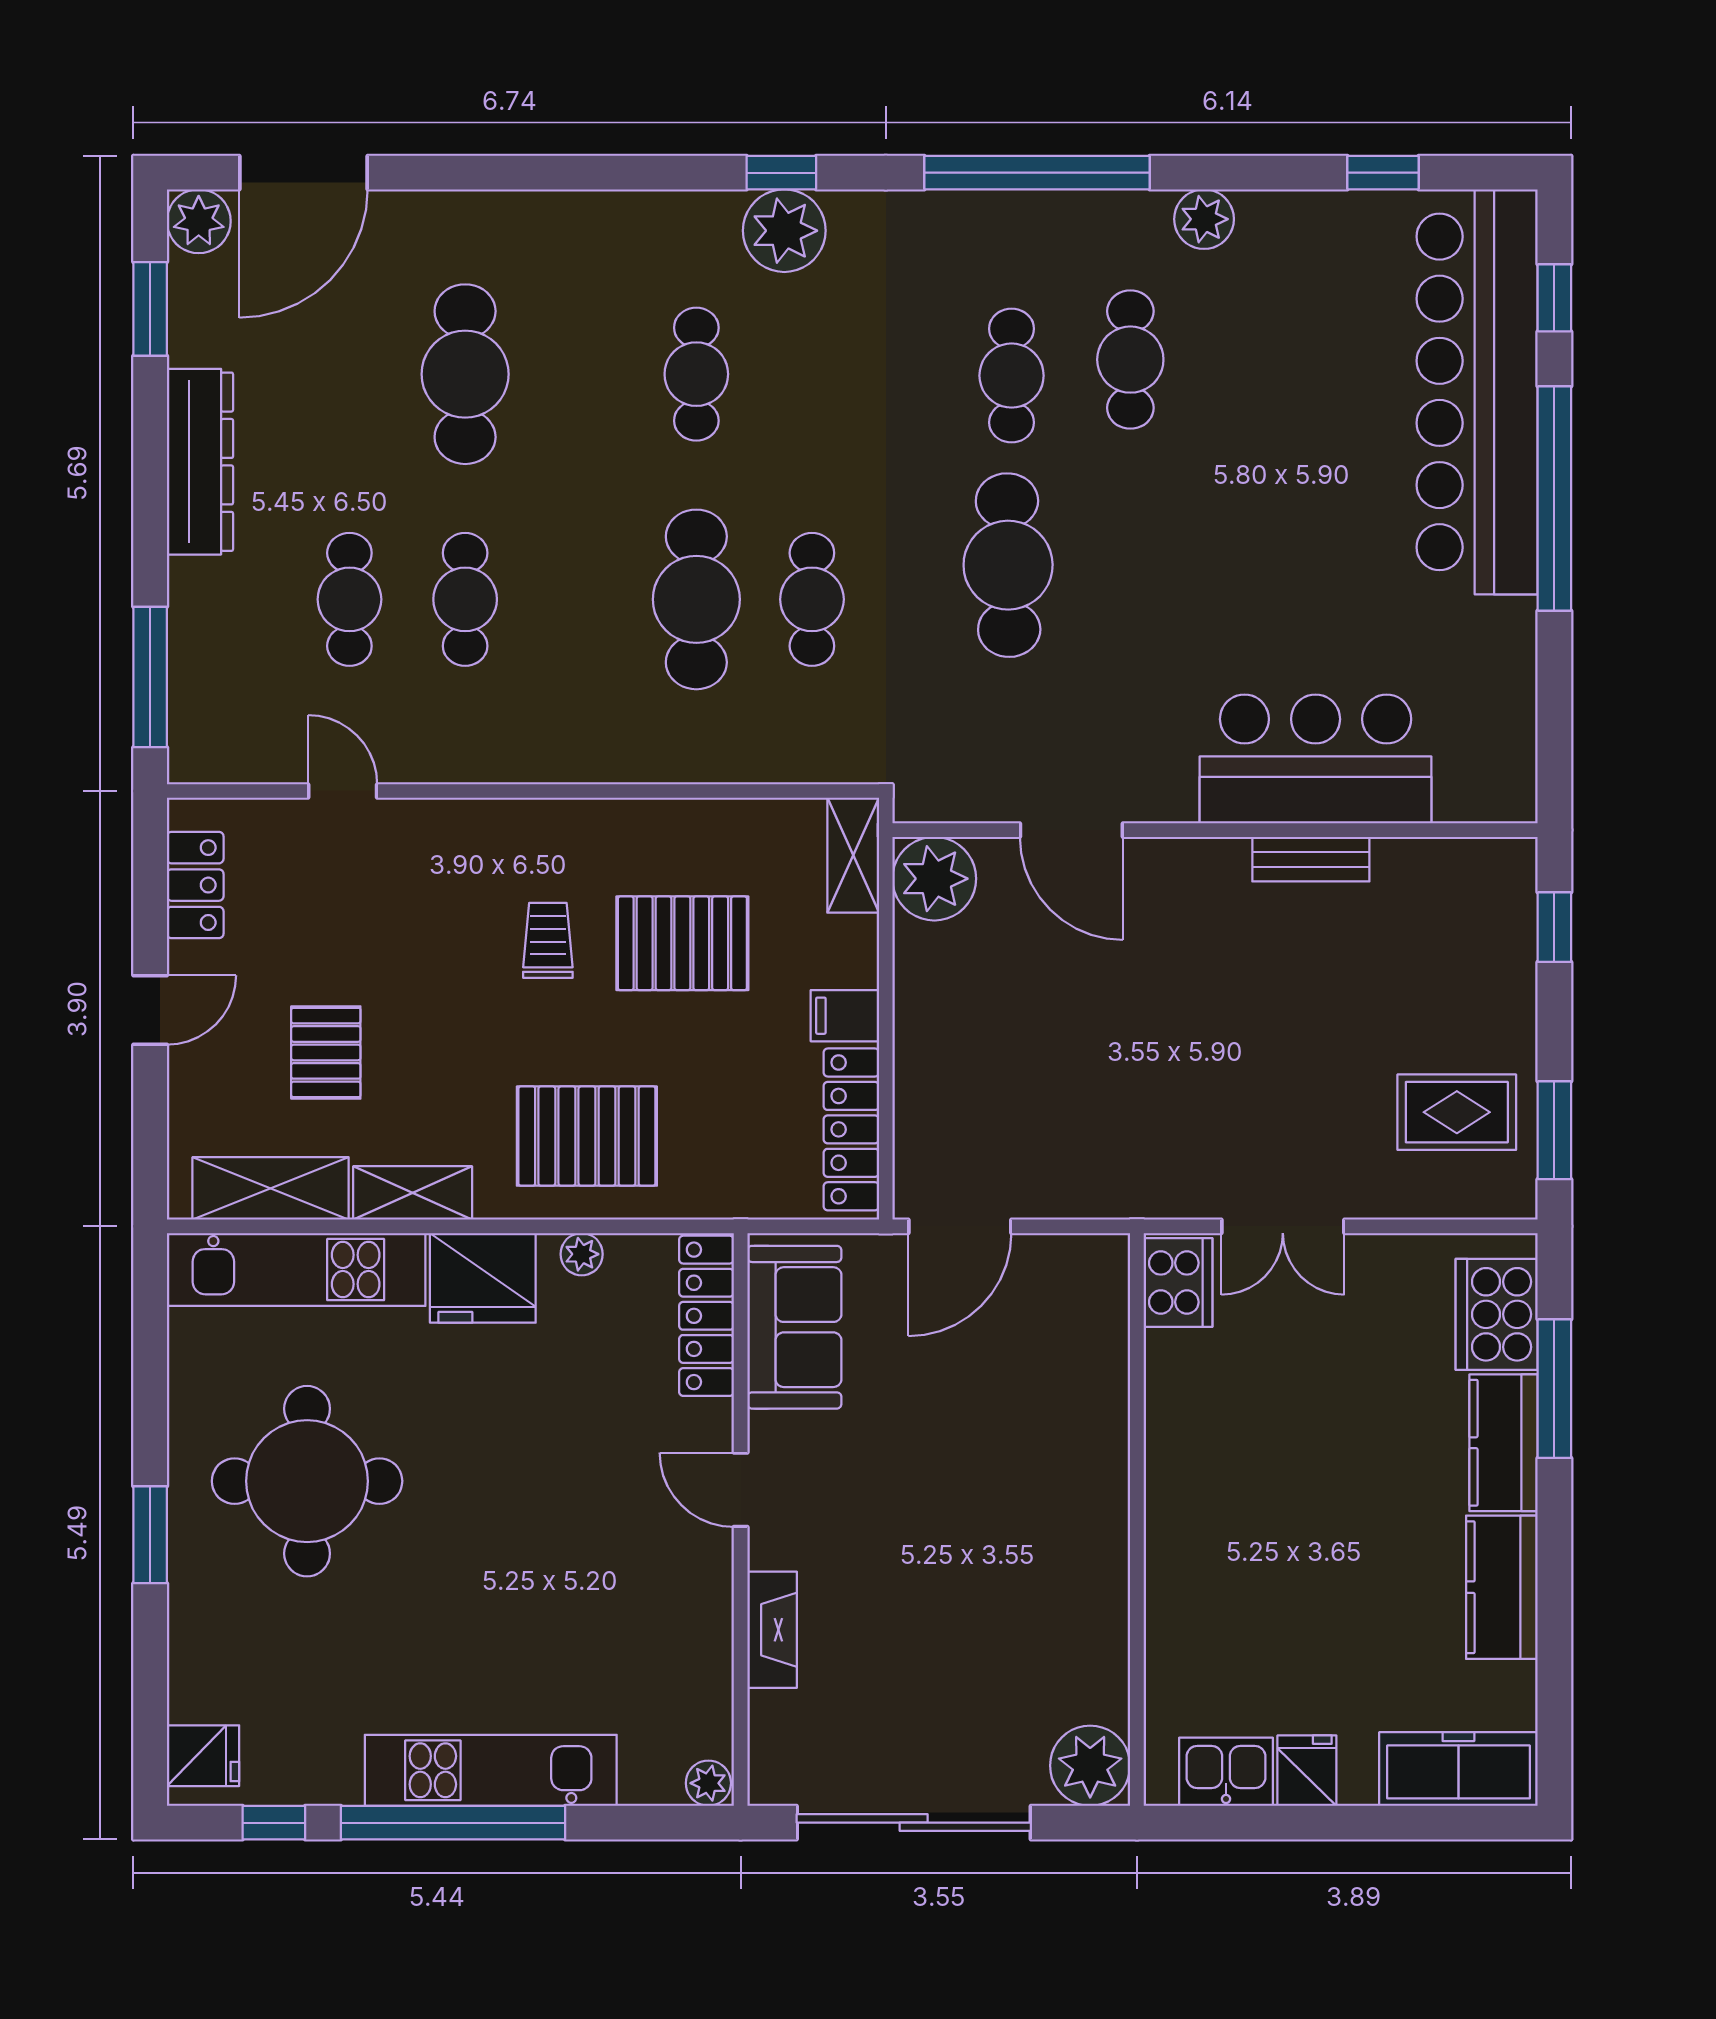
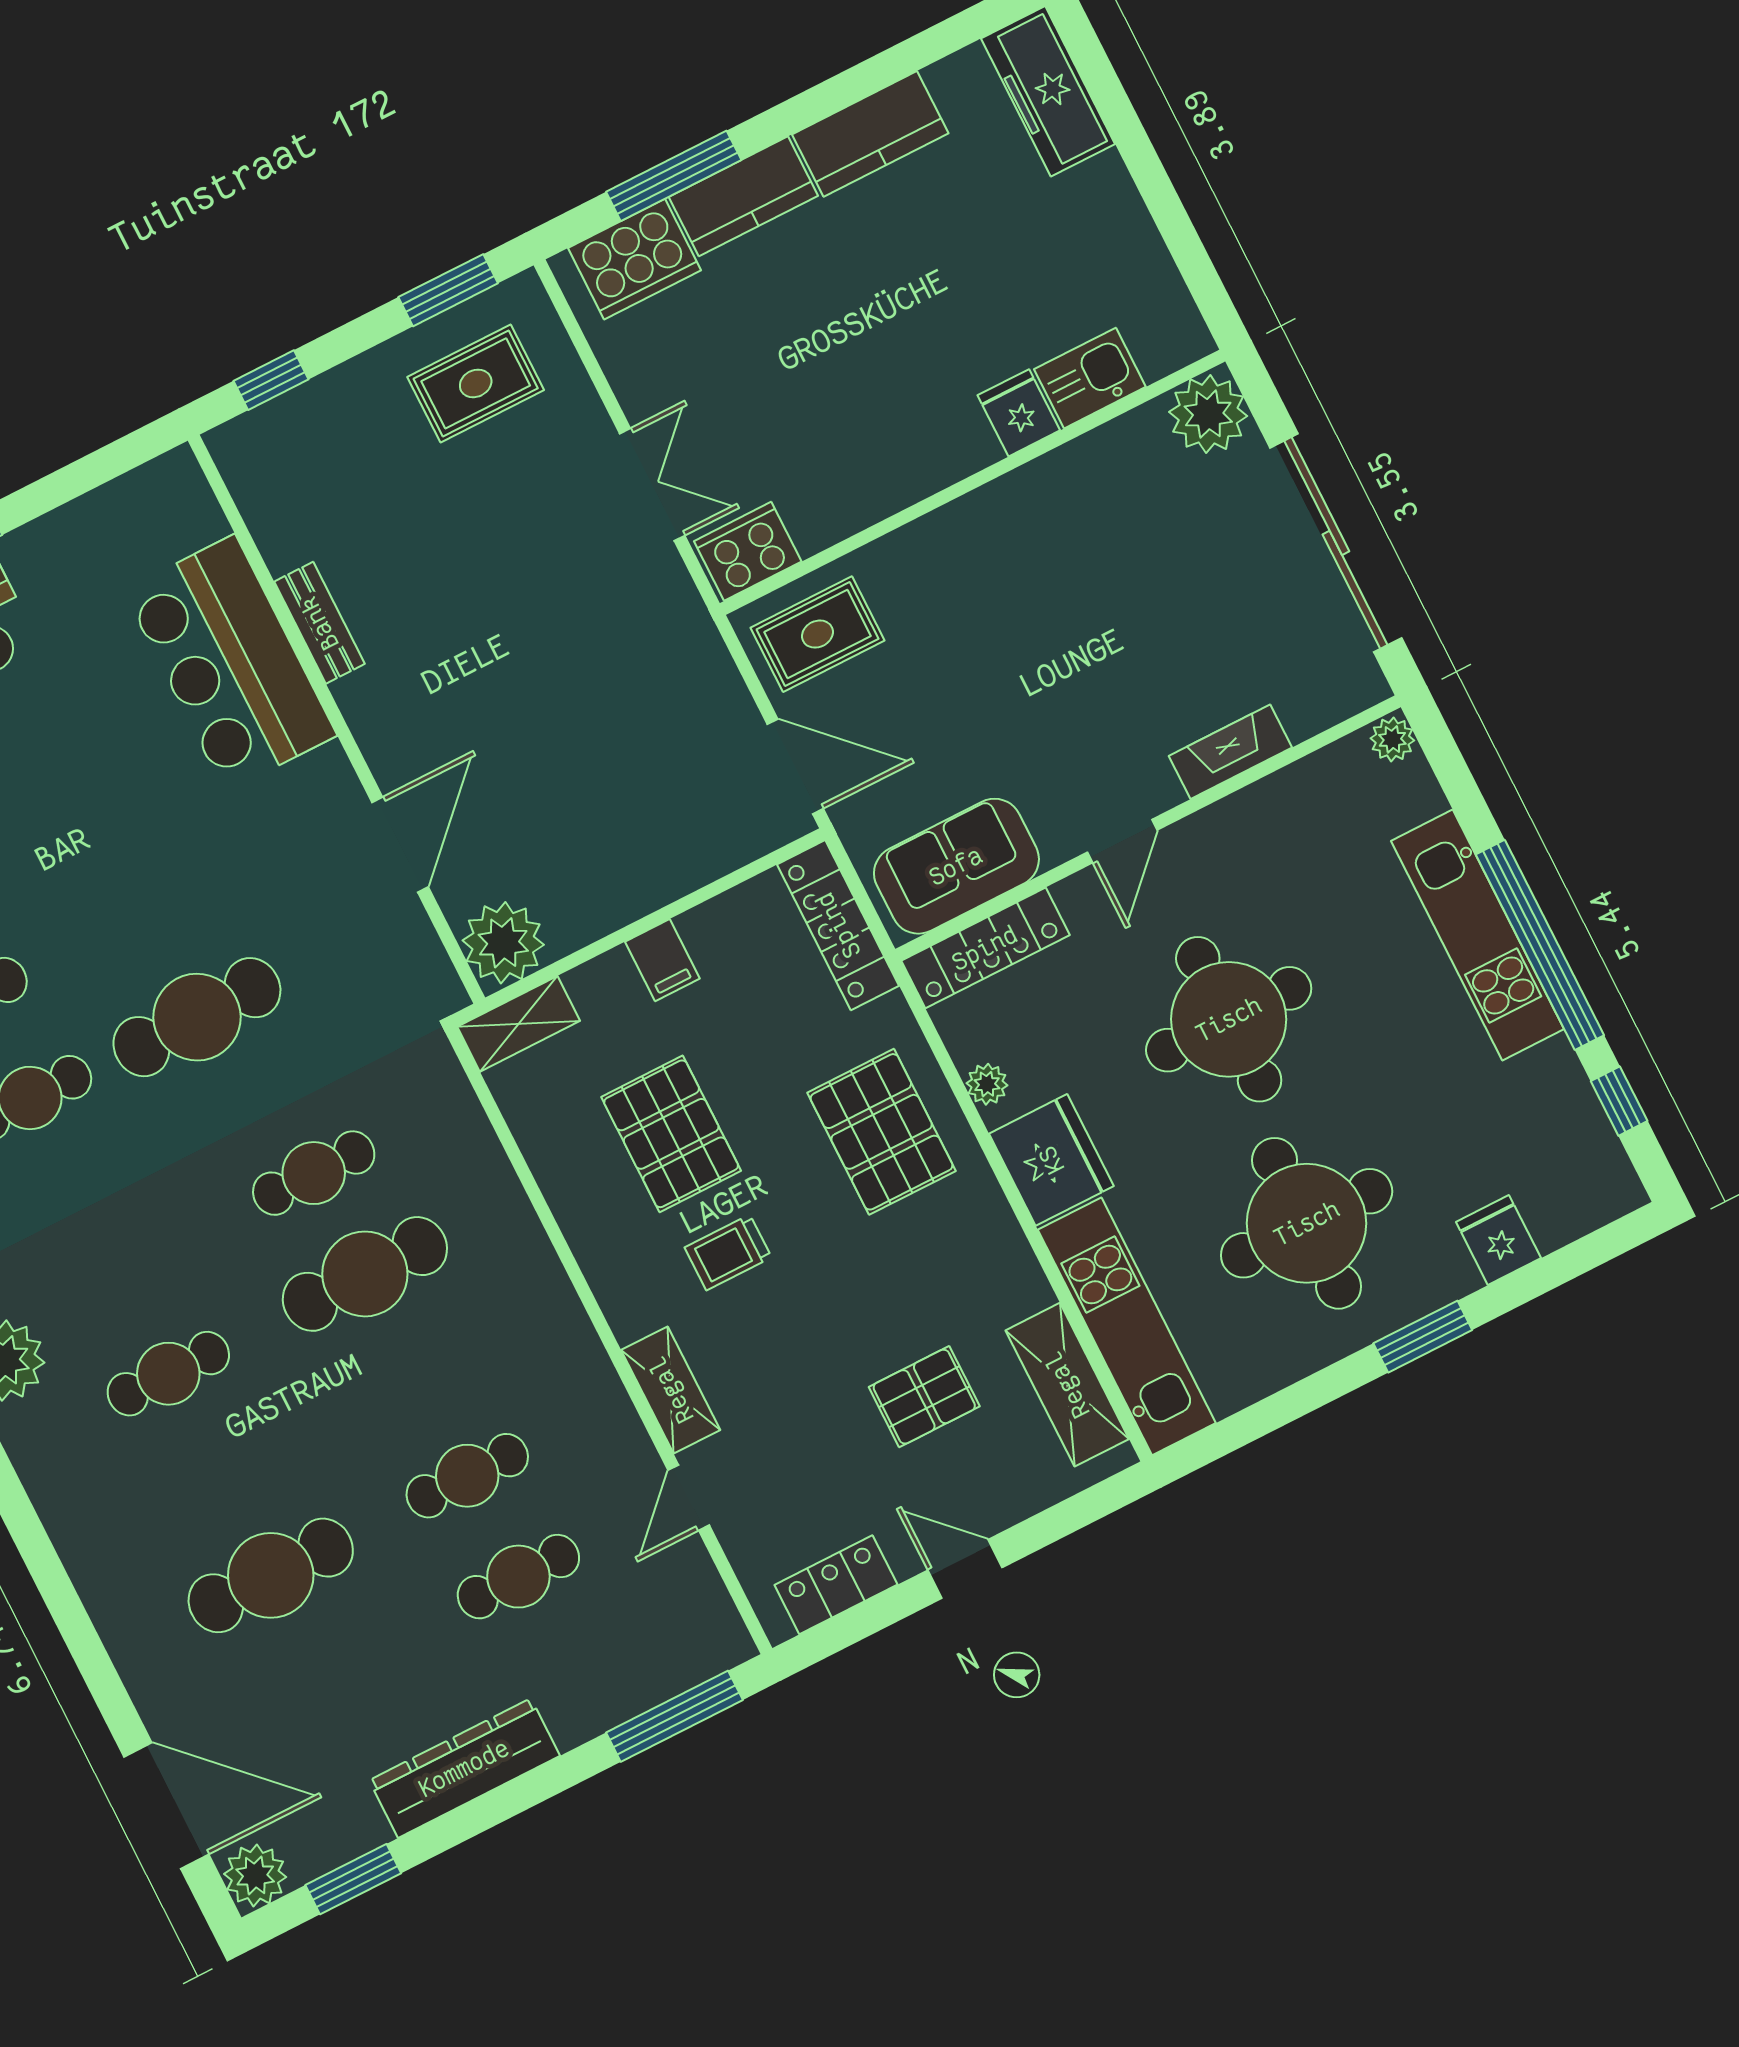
rug: (1457, 1112) -> (476, 383), turned 90
locker: (851, 1129) -> (838, 925), moved, turned 90
shelving: (413, 1193) -> (671, 1390), moved
rug: (1070, 1308) -> (817, 634), added
round table: (529, 1504) -> (1229, 1019), added
fridge: (203, 1756) -> (1498, 1240), moved
fridge: (1307, 1771) -> (1019, 413), moved, turned 90
kitchen sink: (1226, 1772) -> (1090, 378), moved, turned 90

